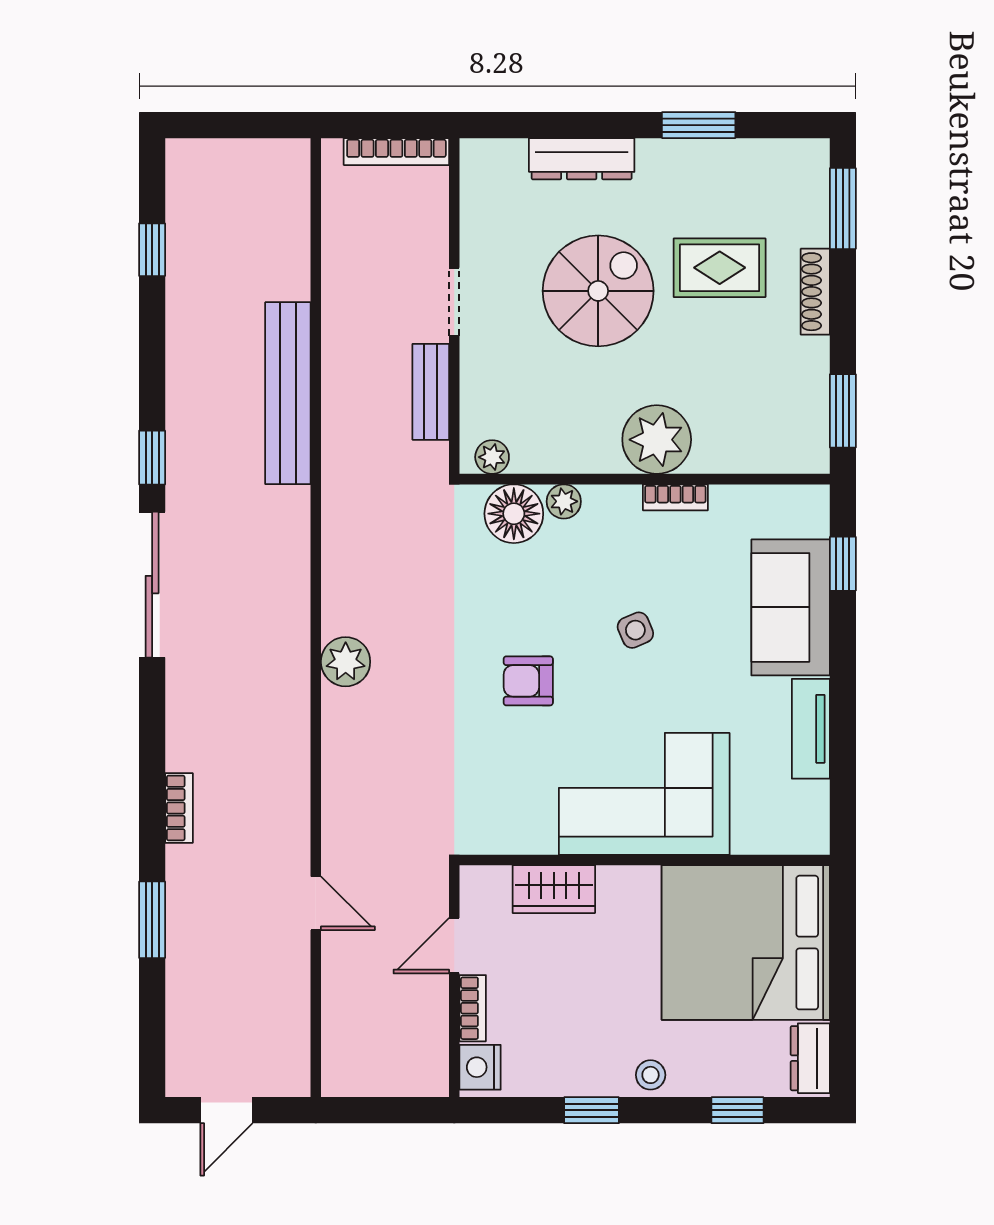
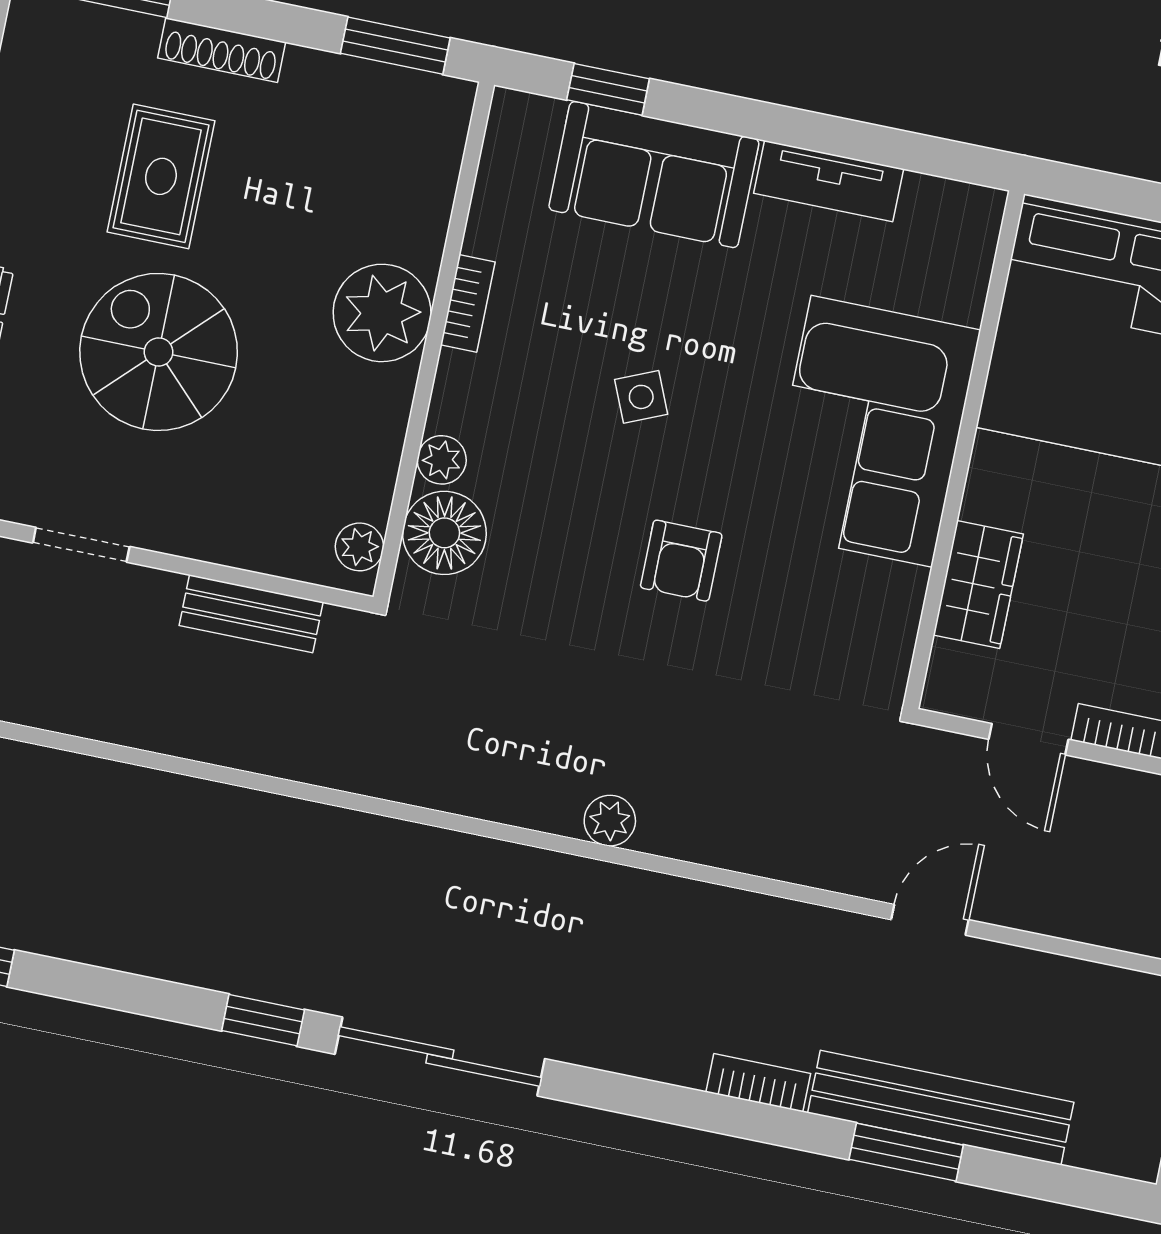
doorway: (454, 302) -> (81, 545), moved
bench: (288, 393) -> (941, 1108), moved
plant: (346, 662) -> (610, 821), width x0.73, depth x0.73

